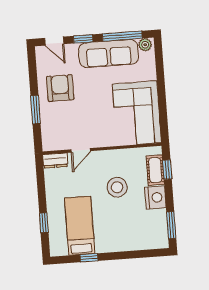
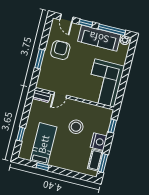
cot: (155, 170) -> (95, 160), moved

